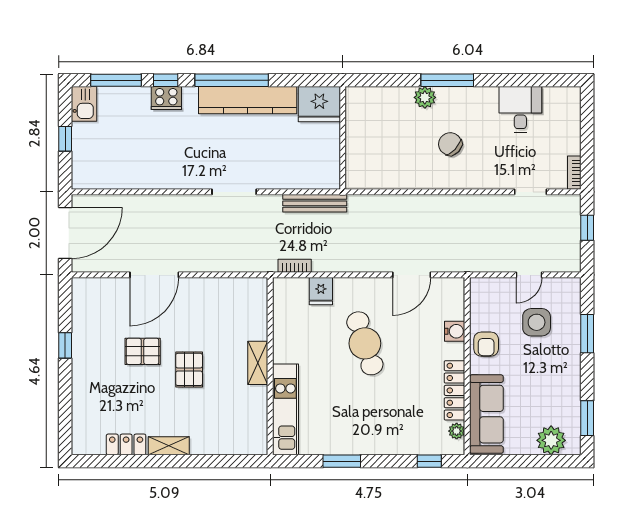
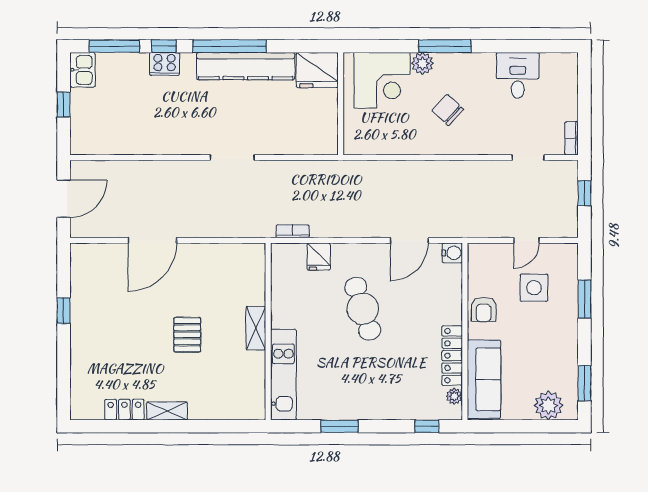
corner desk: (384, 114) -> (382, 80), added
bench: (315, 203) -> (313, 169), removed
door: (65, 233) -> (64, 199), width x0.73
water cooler: (455, 331) -> (452, 253), moved
pallet: (143, 351) -> (141, 317), removed

